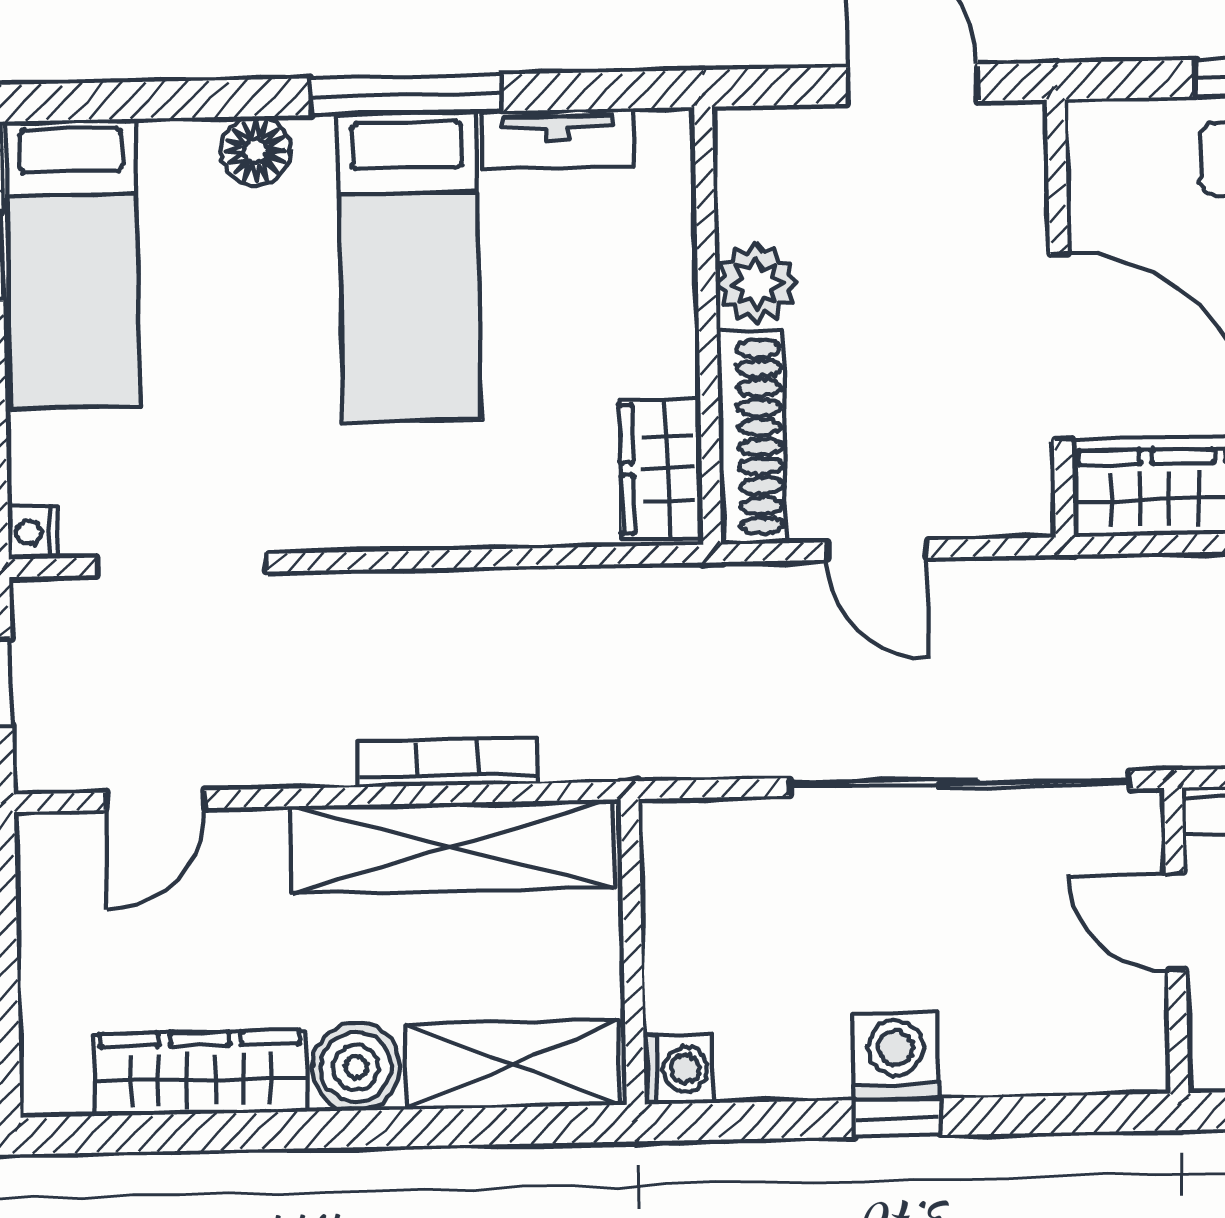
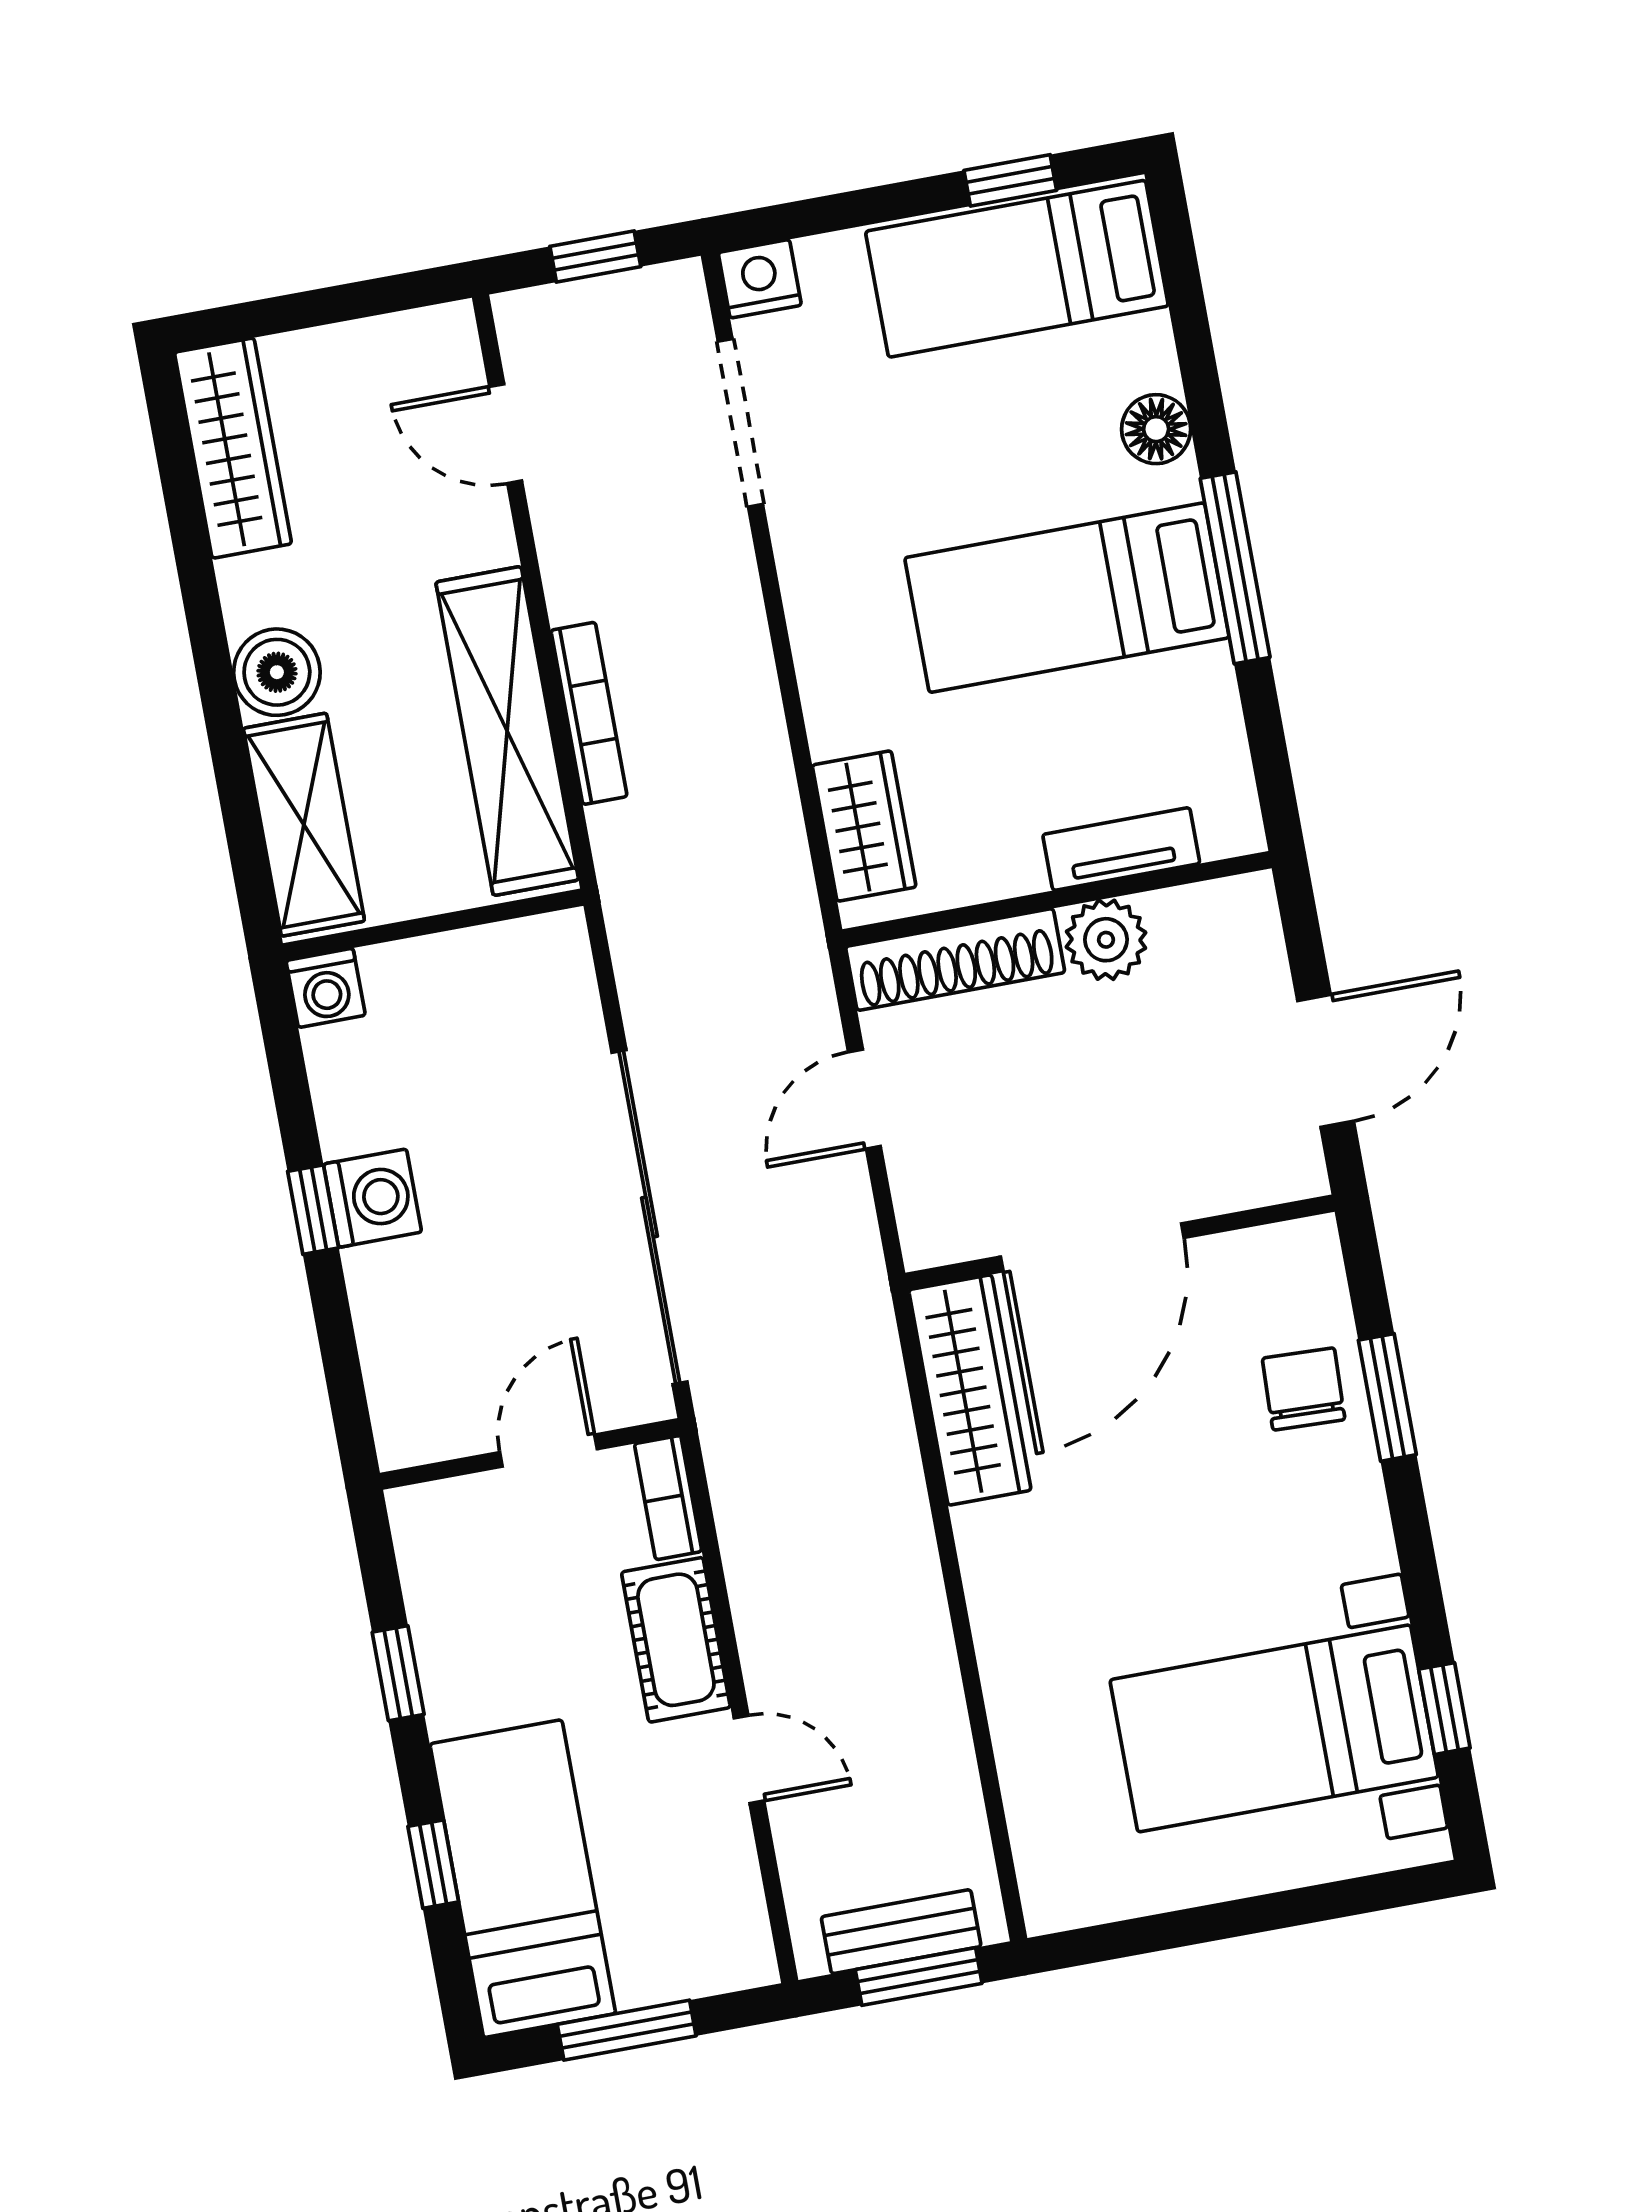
tv unit: (557, 139) -> (1121, 849), moved, turned 90
wardrobe: (661, 469) -> (864, 826), moved, turned 90
nightstand: (33, 532) -> (760, 279), width x1.39, depth x1.35
wardrobe: (201, 1073) -> (233, 448), moved

